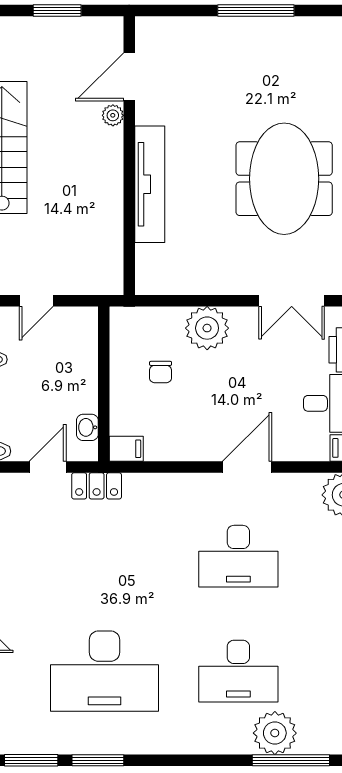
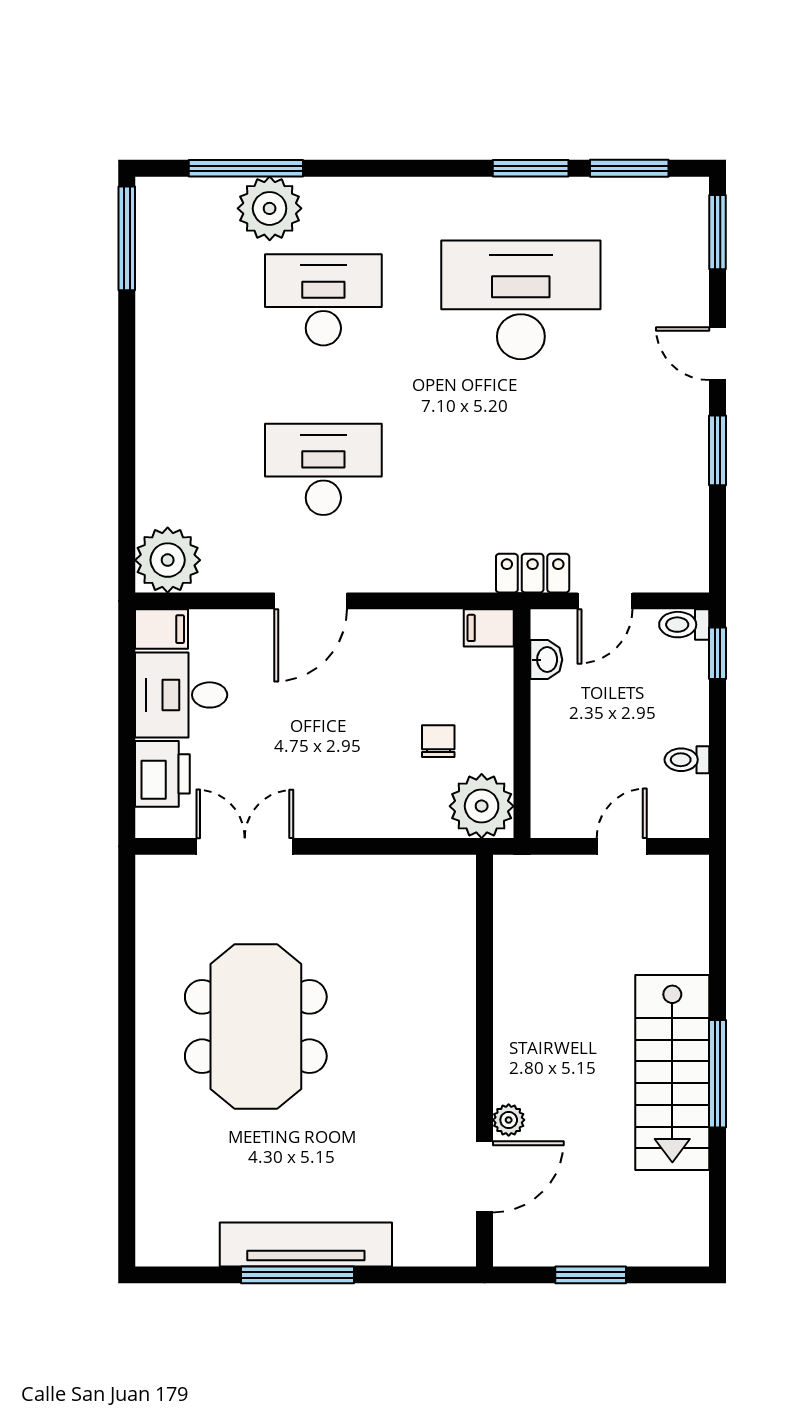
tv unit: (150, 184) -> (306, 1245), moved, turned 90
plant: (207, 328) -> (482, 806), moved

